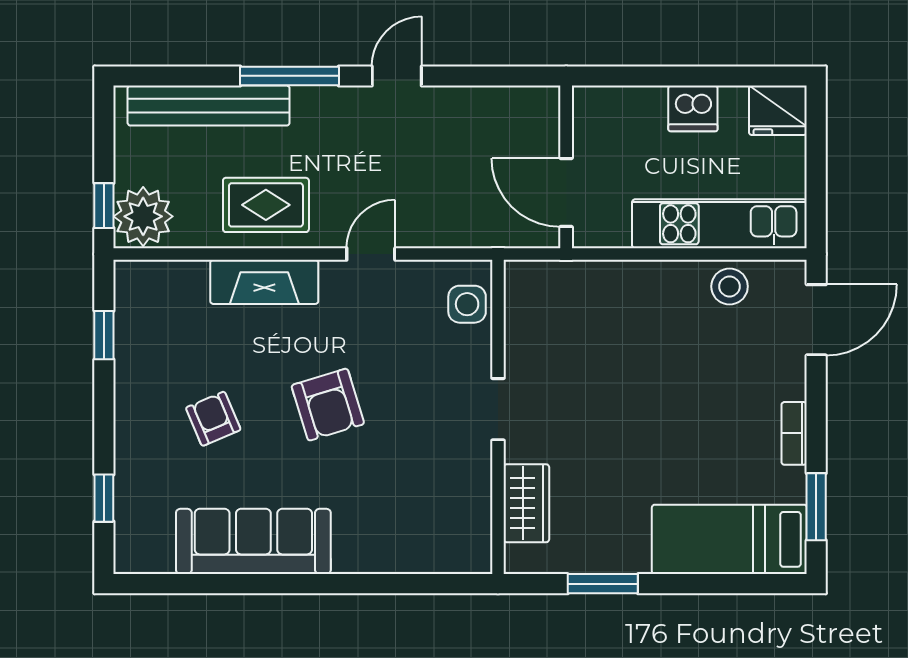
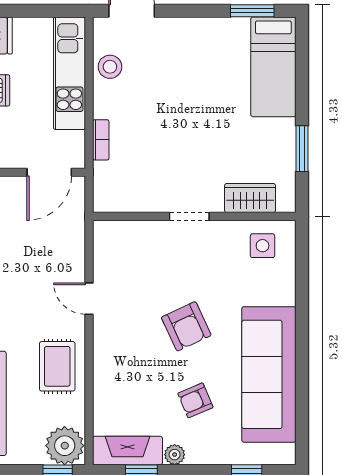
fireplace: (264, 282) -> (127, 451), moved, turned -90
side table: (467, 304) -> (263, 246), moved
plant: (129, 386) -> (175, 455), added
armchair: (328, 405) -> (186, 326), turned 82
bookcase: (794, 433) -> (101, 140), moved, turned -90
sofa: (253, 541) -> (269, 374), width x1.36, depth x1.27

